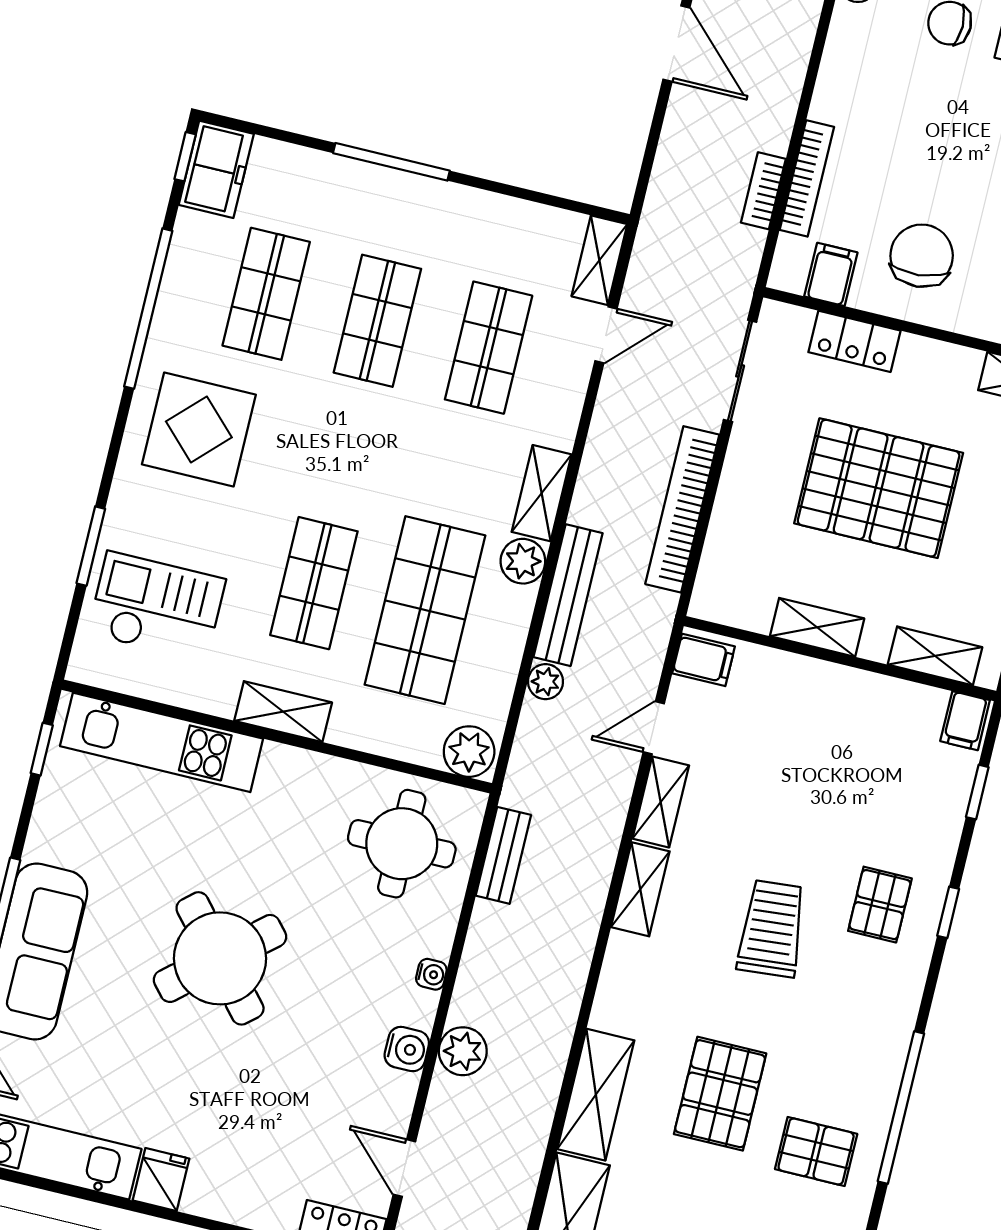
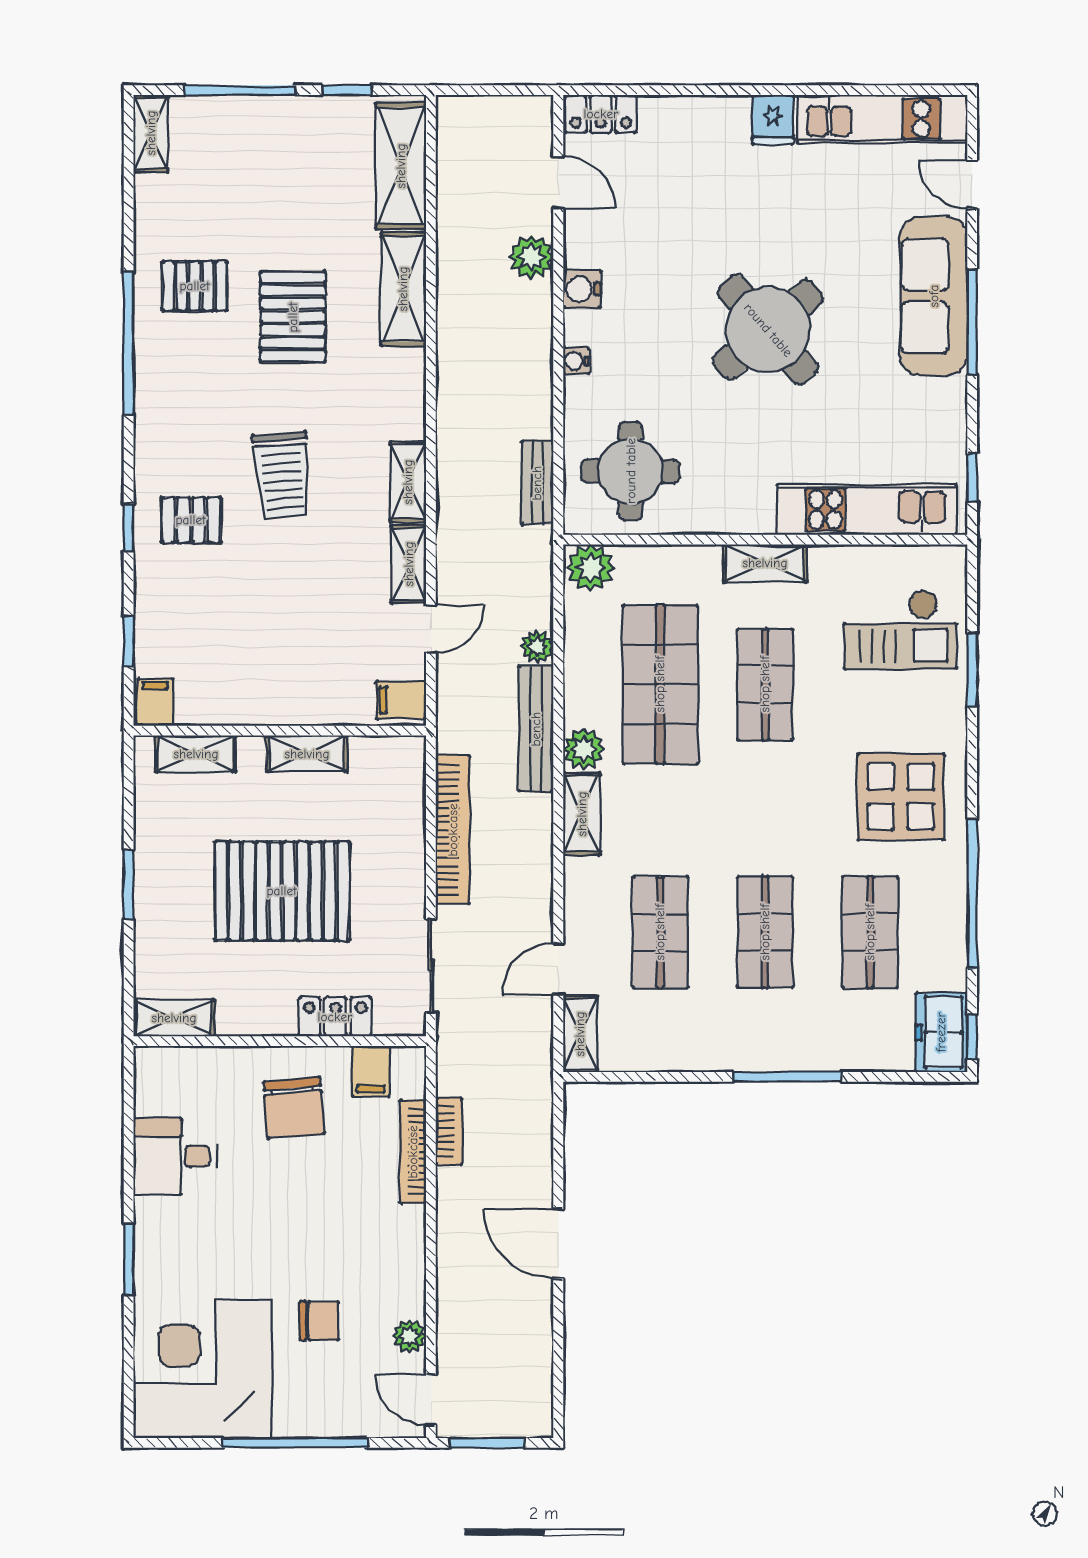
pallet: (880, 905) -> (191, 520), turned 90
plant: (463, 1051) -> (531, 257), moved

